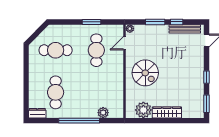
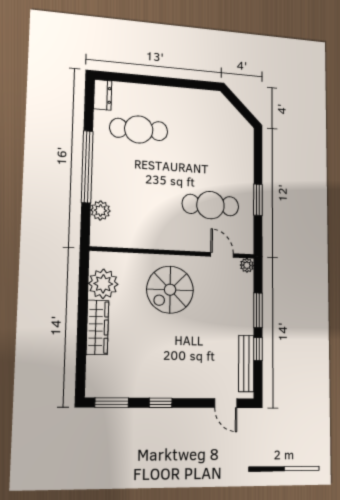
cafe table: (56, 50) -> (211, 135), removed

